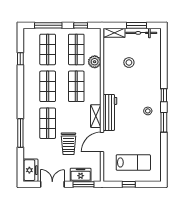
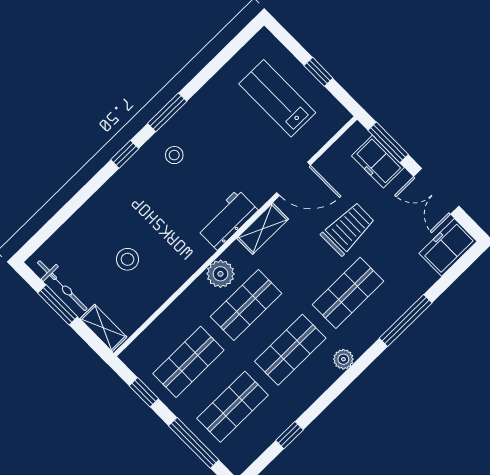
plant: (95, 62) -> (220, 274), moved
plant: (28, 101) -> (343, 359), added
workbench: (110, 112) -> (227, 220), width x0.73

